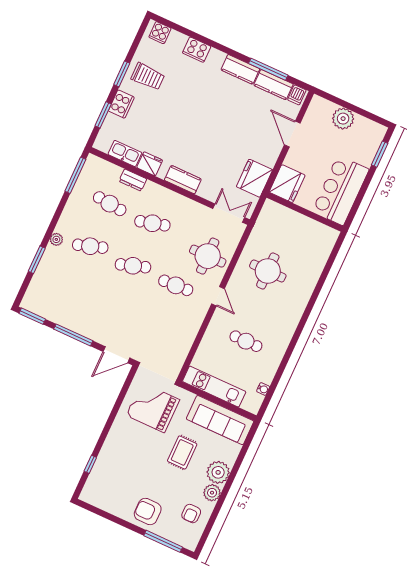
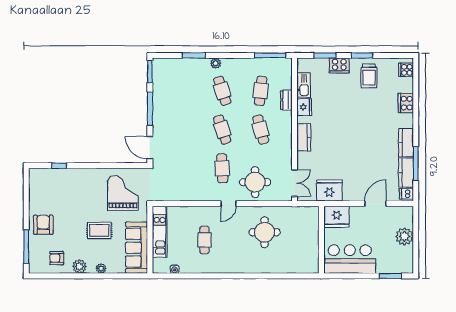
plant: (218, 472) -> (101, 268), width x0.53, depth x0.53

